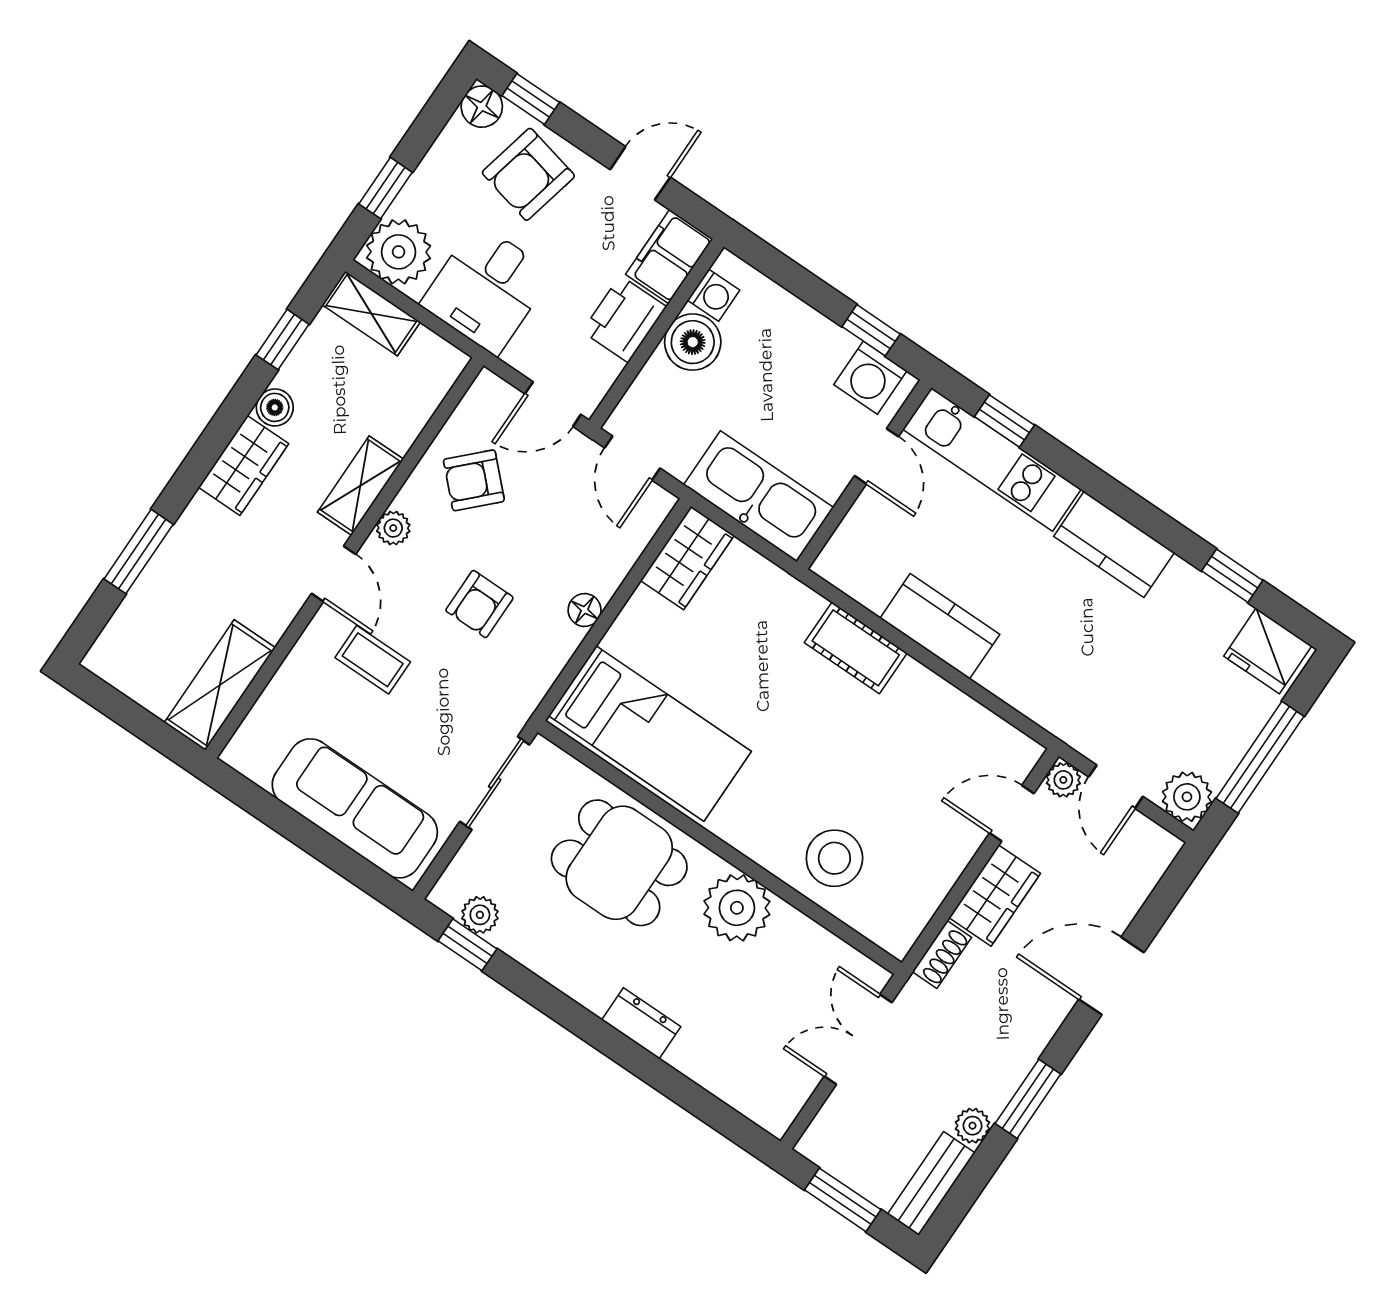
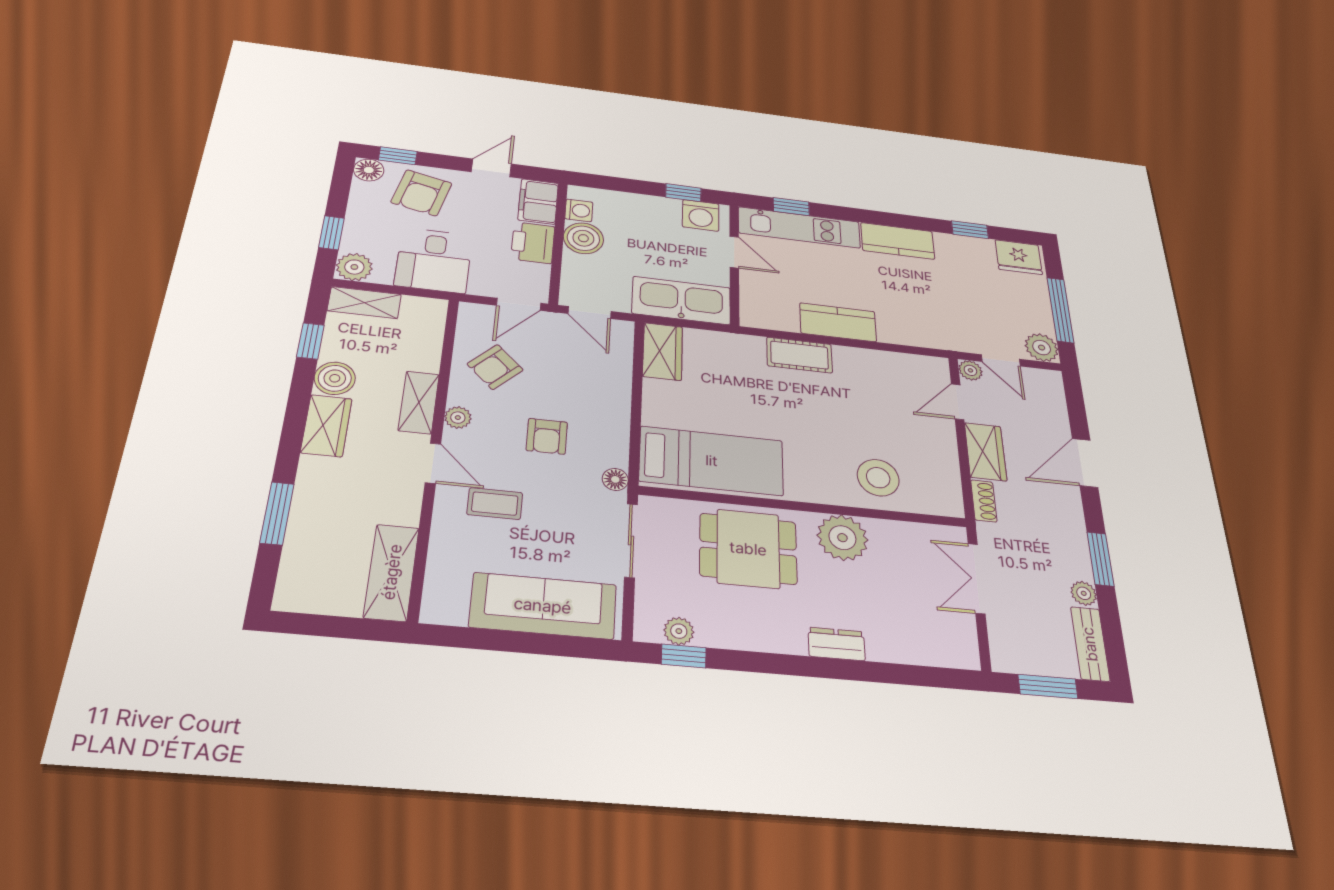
plant: (399, 252) -> (354, 267), width x0.73, depth x0.73
boiler: (275, 407) -> (335, 378), width x1.36, depth x1.36
floor lamp: (585, 610) -> (615, 479), moved

